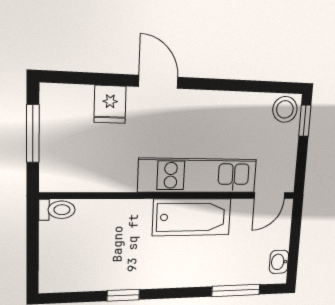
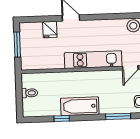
toilet: (57, 210) -> (30, 93), moved
bathtub: (192, 217) -> (80, 106), moved, turned 180

